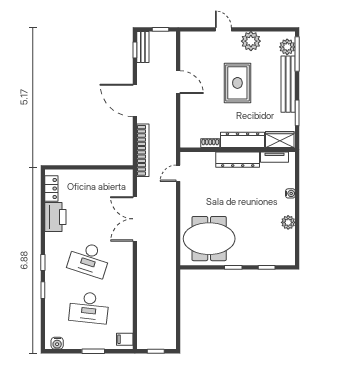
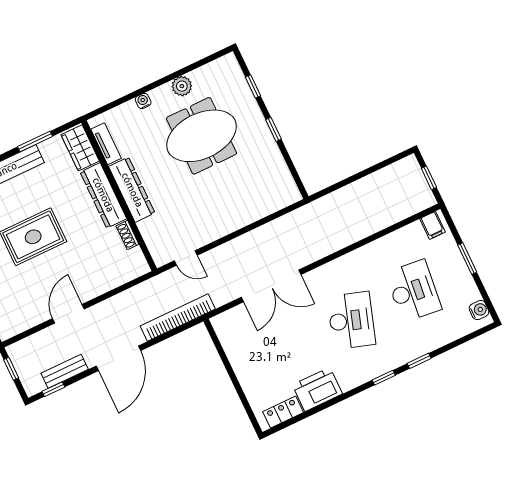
bench: (143, 47) -> (65, 371), moved
meeting table: (209, 239) -> (202, 136), moved, turned 90

